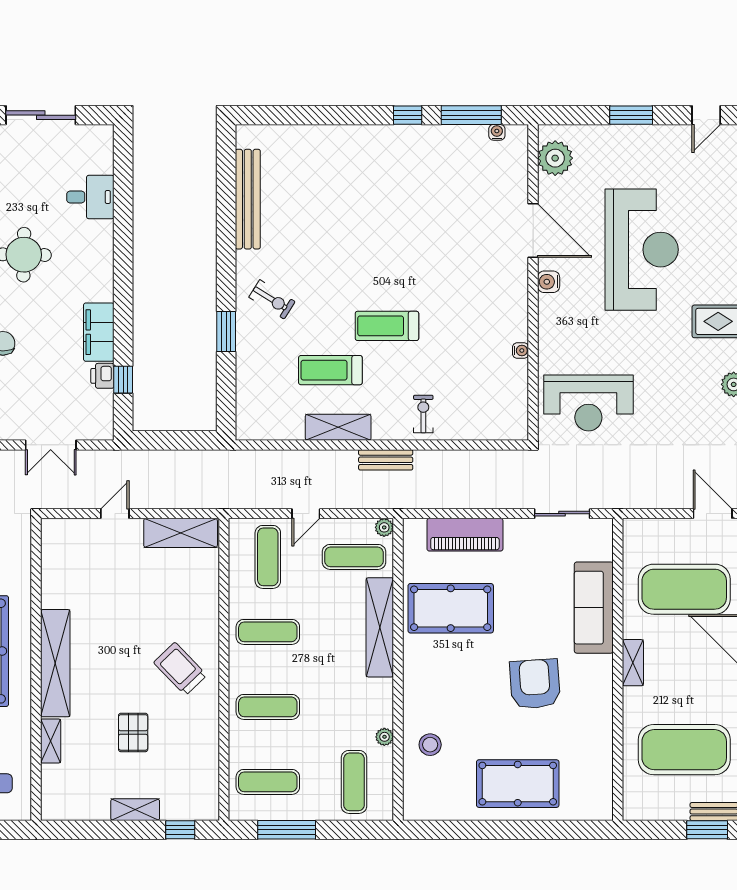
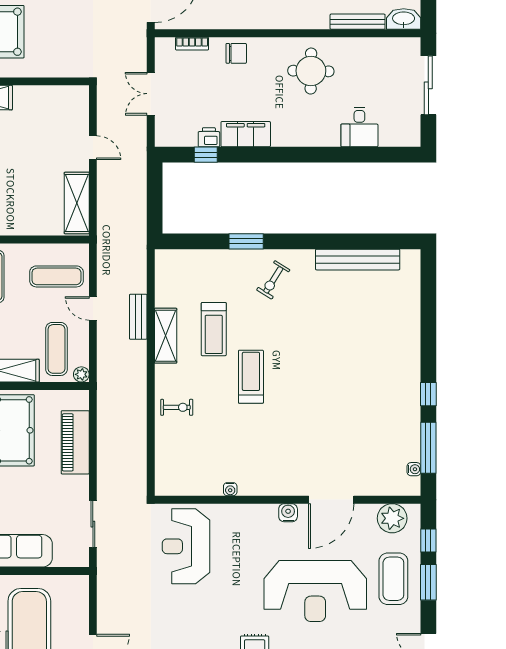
window: (582, 115) -> (428, 541), added
coffee table: (627, 157) -> (393, 579), added
treadmill: (330, 370) -> (214, 329), turned 180
bench: (386, 460) -> (138, 317), moved

